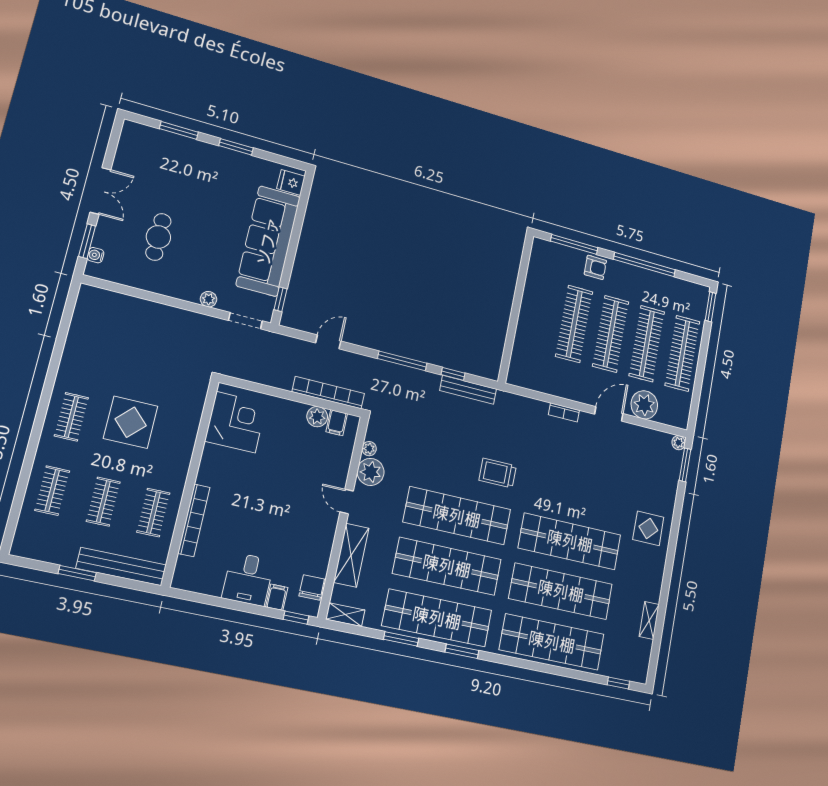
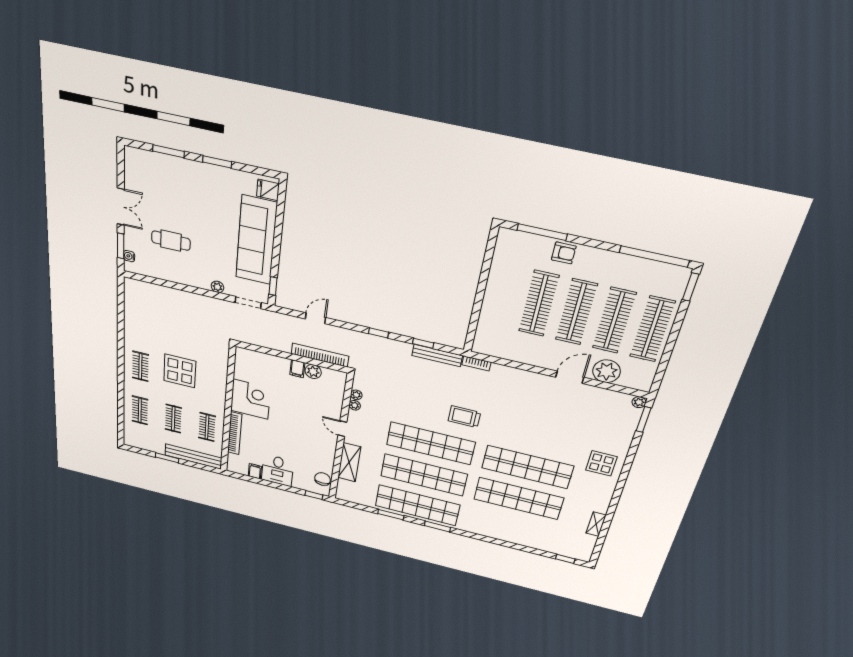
cafe table: (158, 237) -> (171, 241), turned 90
window: (645, 265) -> (654, 256), moved
window: (402, 361) -> (378, 333), width x0.46
bookcase: (564, 412) -> (476, 363), moved
corner desk: (236, 422) -> (251, 399), moved
filing cabinet: (337, 423) -> (297, 369), moved
plant: (371, 472) -> (355, 405), width x0.53, depth x0.53
filing cabinet: (277, 597) -> (255, 471), moved
shelving: (345, 615) -> (349, 497), removed
shop shelf: (552, 642) -> (510, 529), removed

